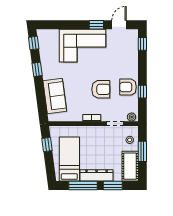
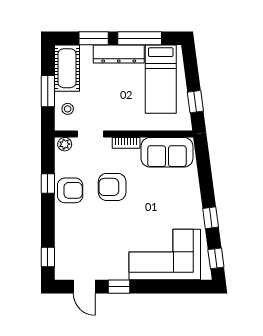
door: (119, 25) -> (84, 287), hinge flipped
corner sofa: (82, 46) -> (165, 255), moved
sofa: (55, 96) -> (167, 152), moved, turned -83

